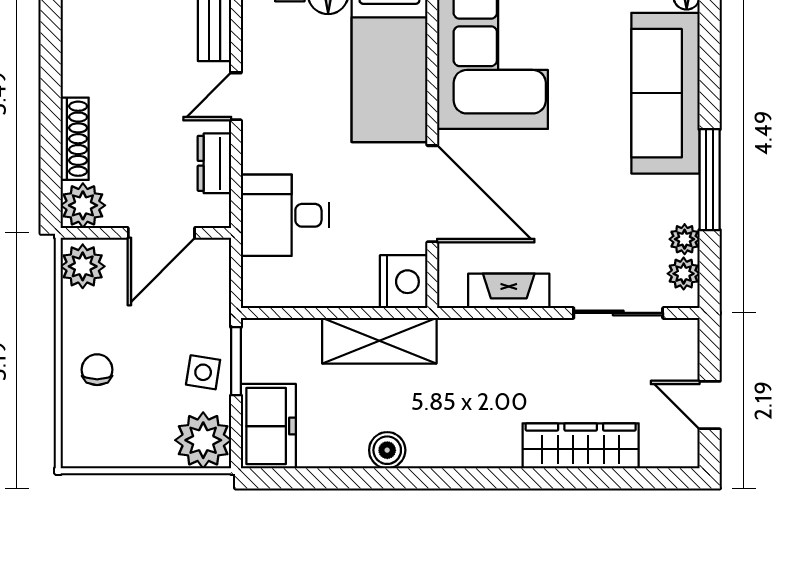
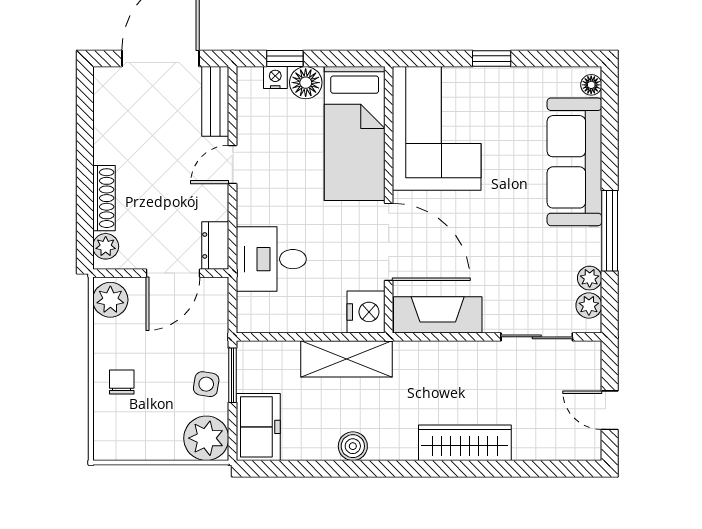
dresser: (214, 163) -> (215, 245), moved
plant: (83, 205) -> (106, 246), width x0.73, depth x0.73
fireplace: (509, 291) -> (438, 315), width x1.37, depth x1.32
wardrobe: (581, 446) -> (465, 443), moved

